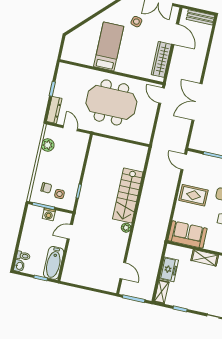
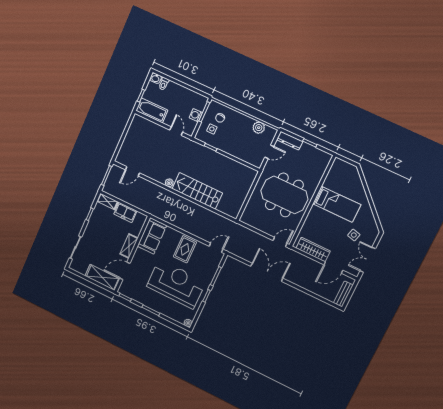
meeting table: (111, 102) -> (284, 195), turned 90

